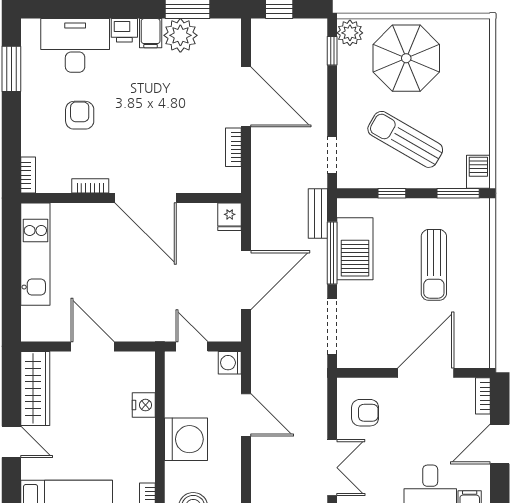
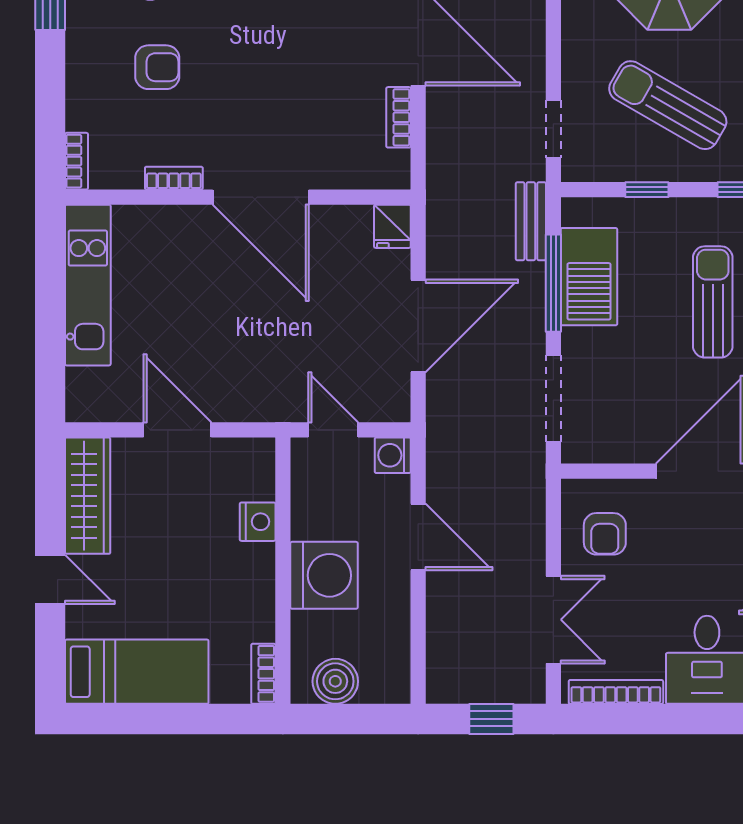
armchair: (80, 115) -> (157, 67), turned 90
sun lounger: (434, 265) -> (713, 302), turned 180
armchair: (365, 413) -> (605, 534), turned 90

